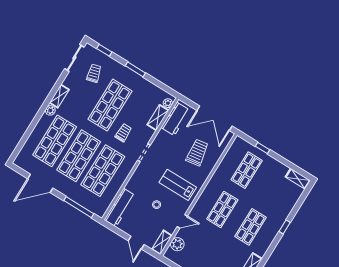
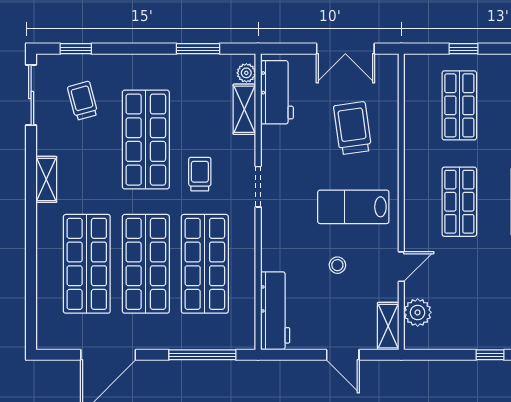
window: (135, 69) -> (198, 49), moved
plant: (50, 110) -> (46, 214), removed
double door: (214, 118) -> (345, 49), width x0.73

